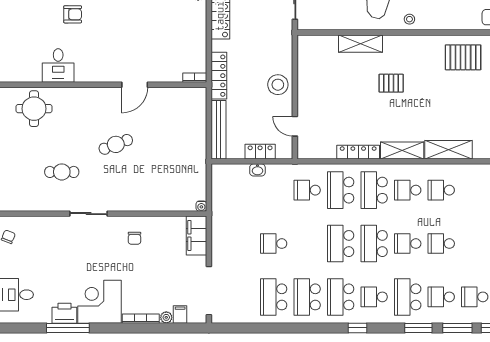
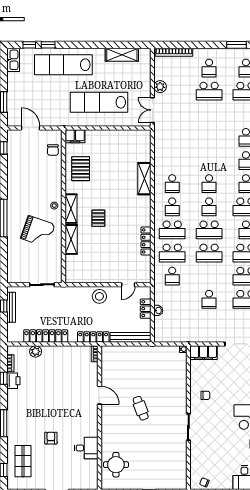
shelving: (402, 151) -> (71, 209), moved
cafe table: (62, 172) -> (160, 446), removed

